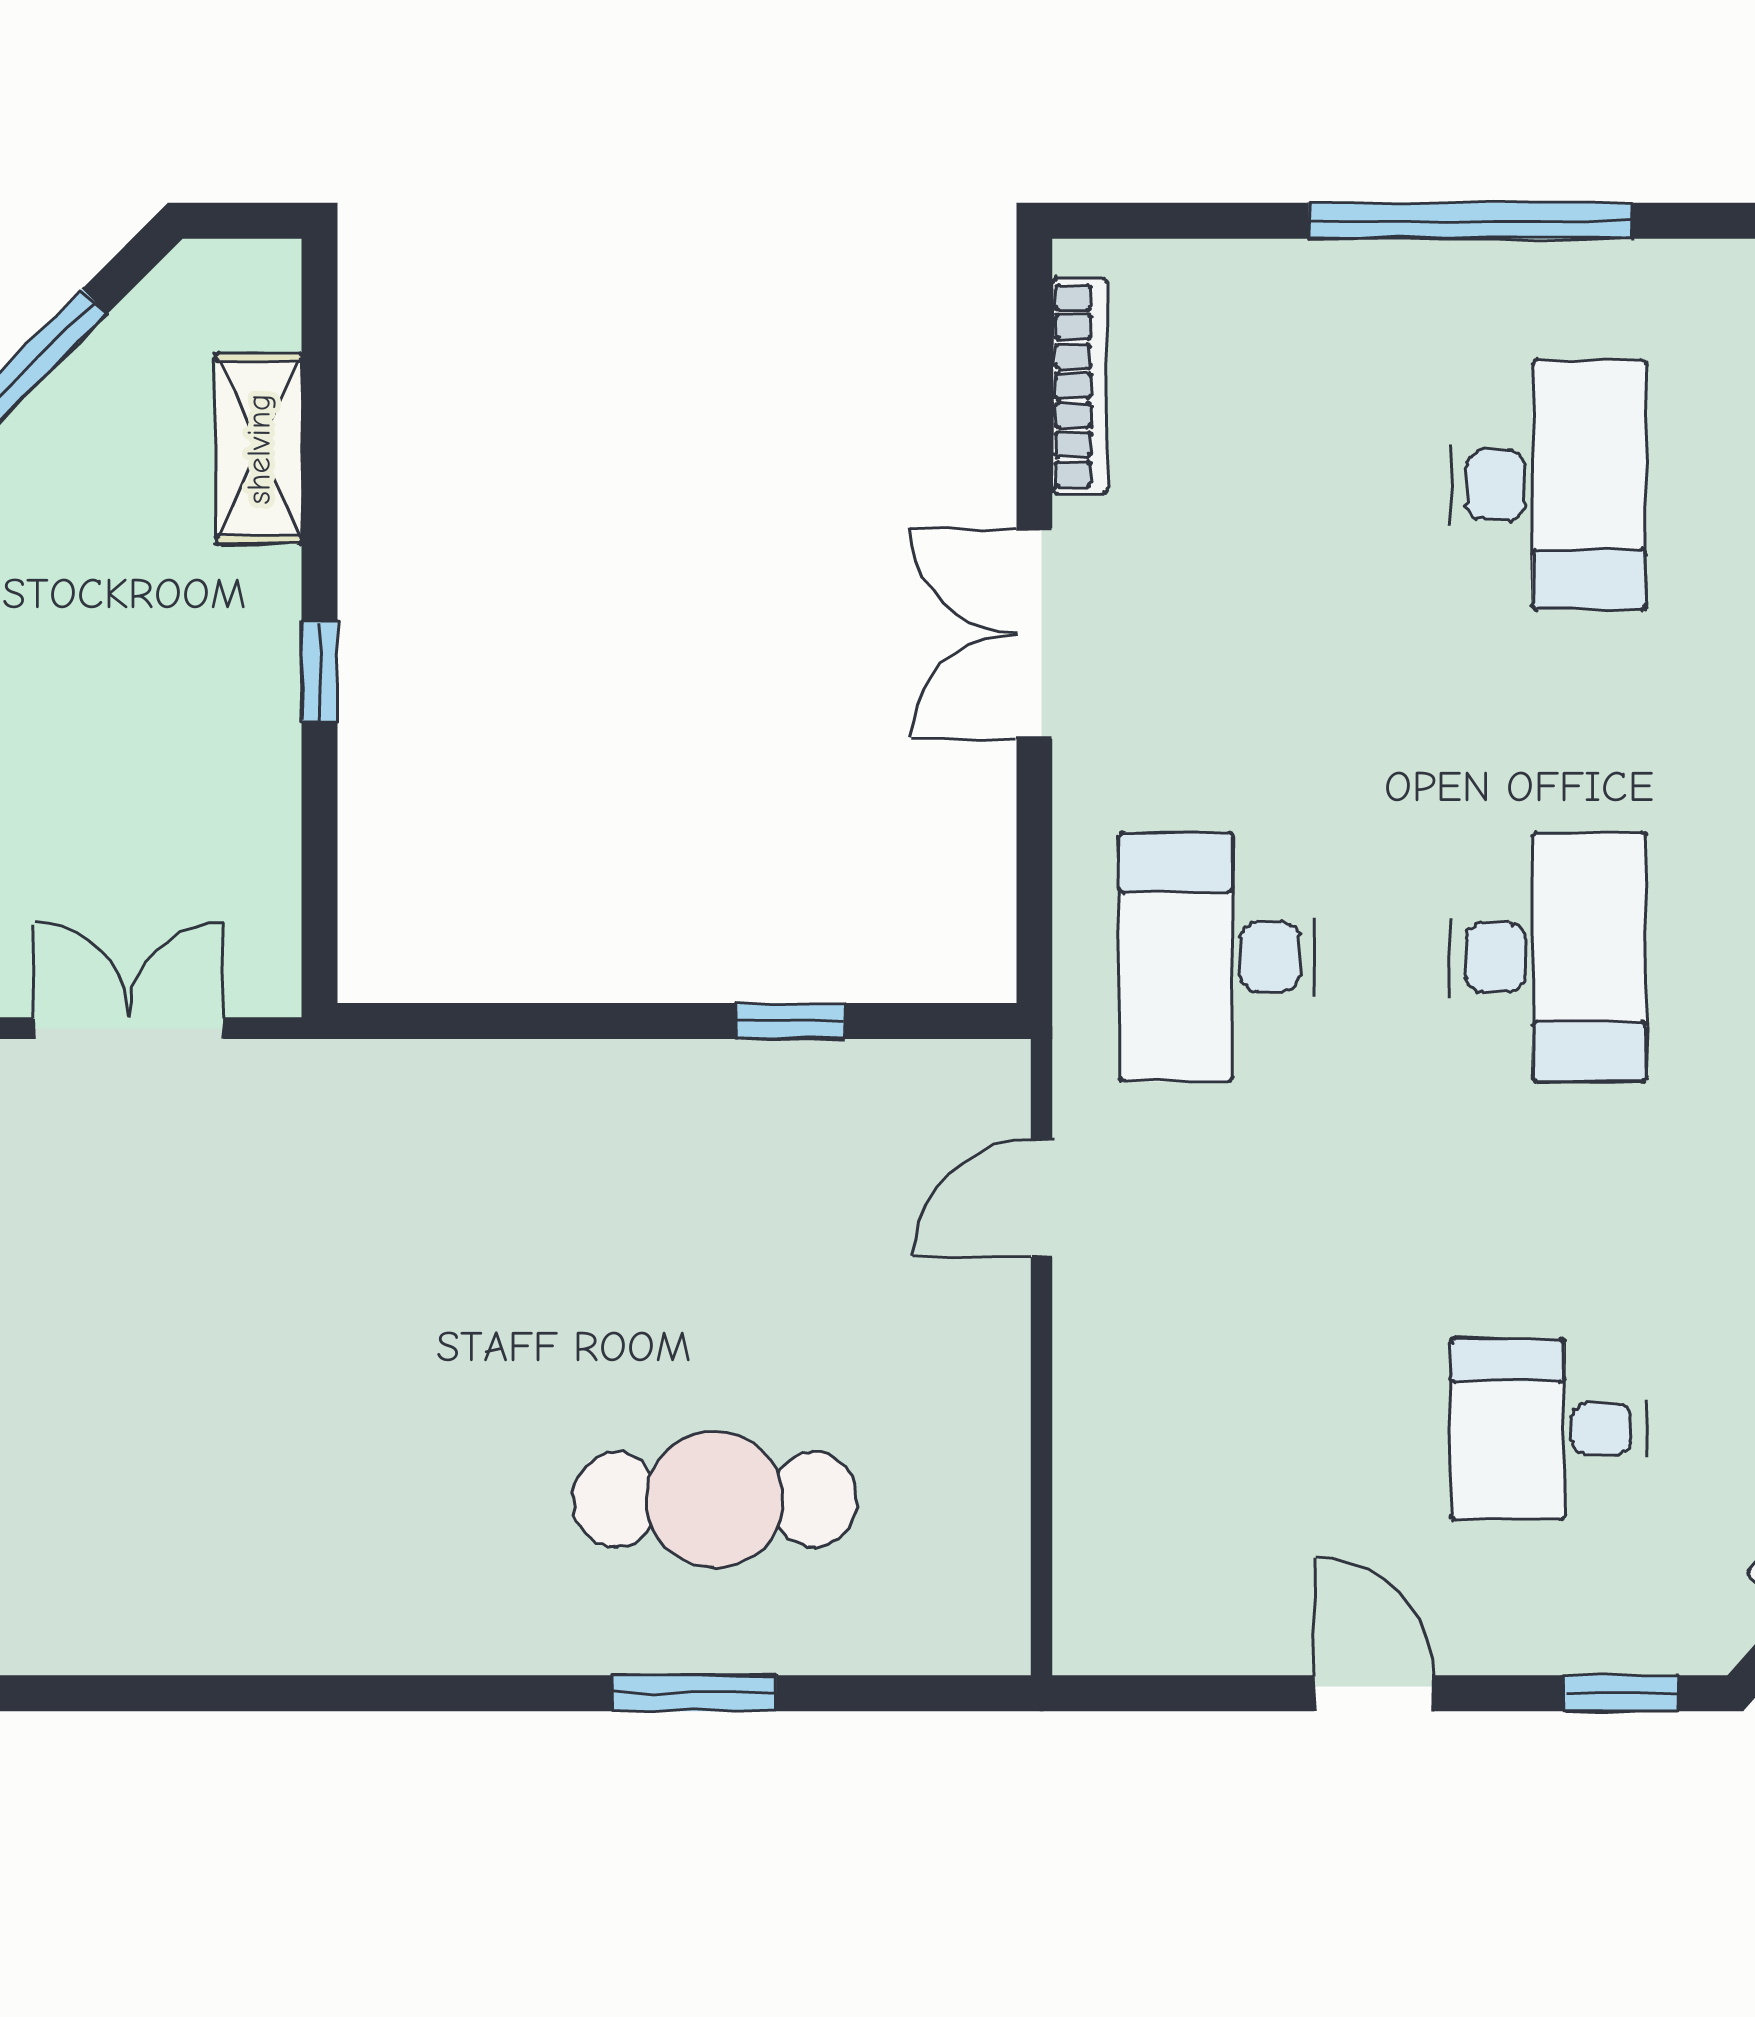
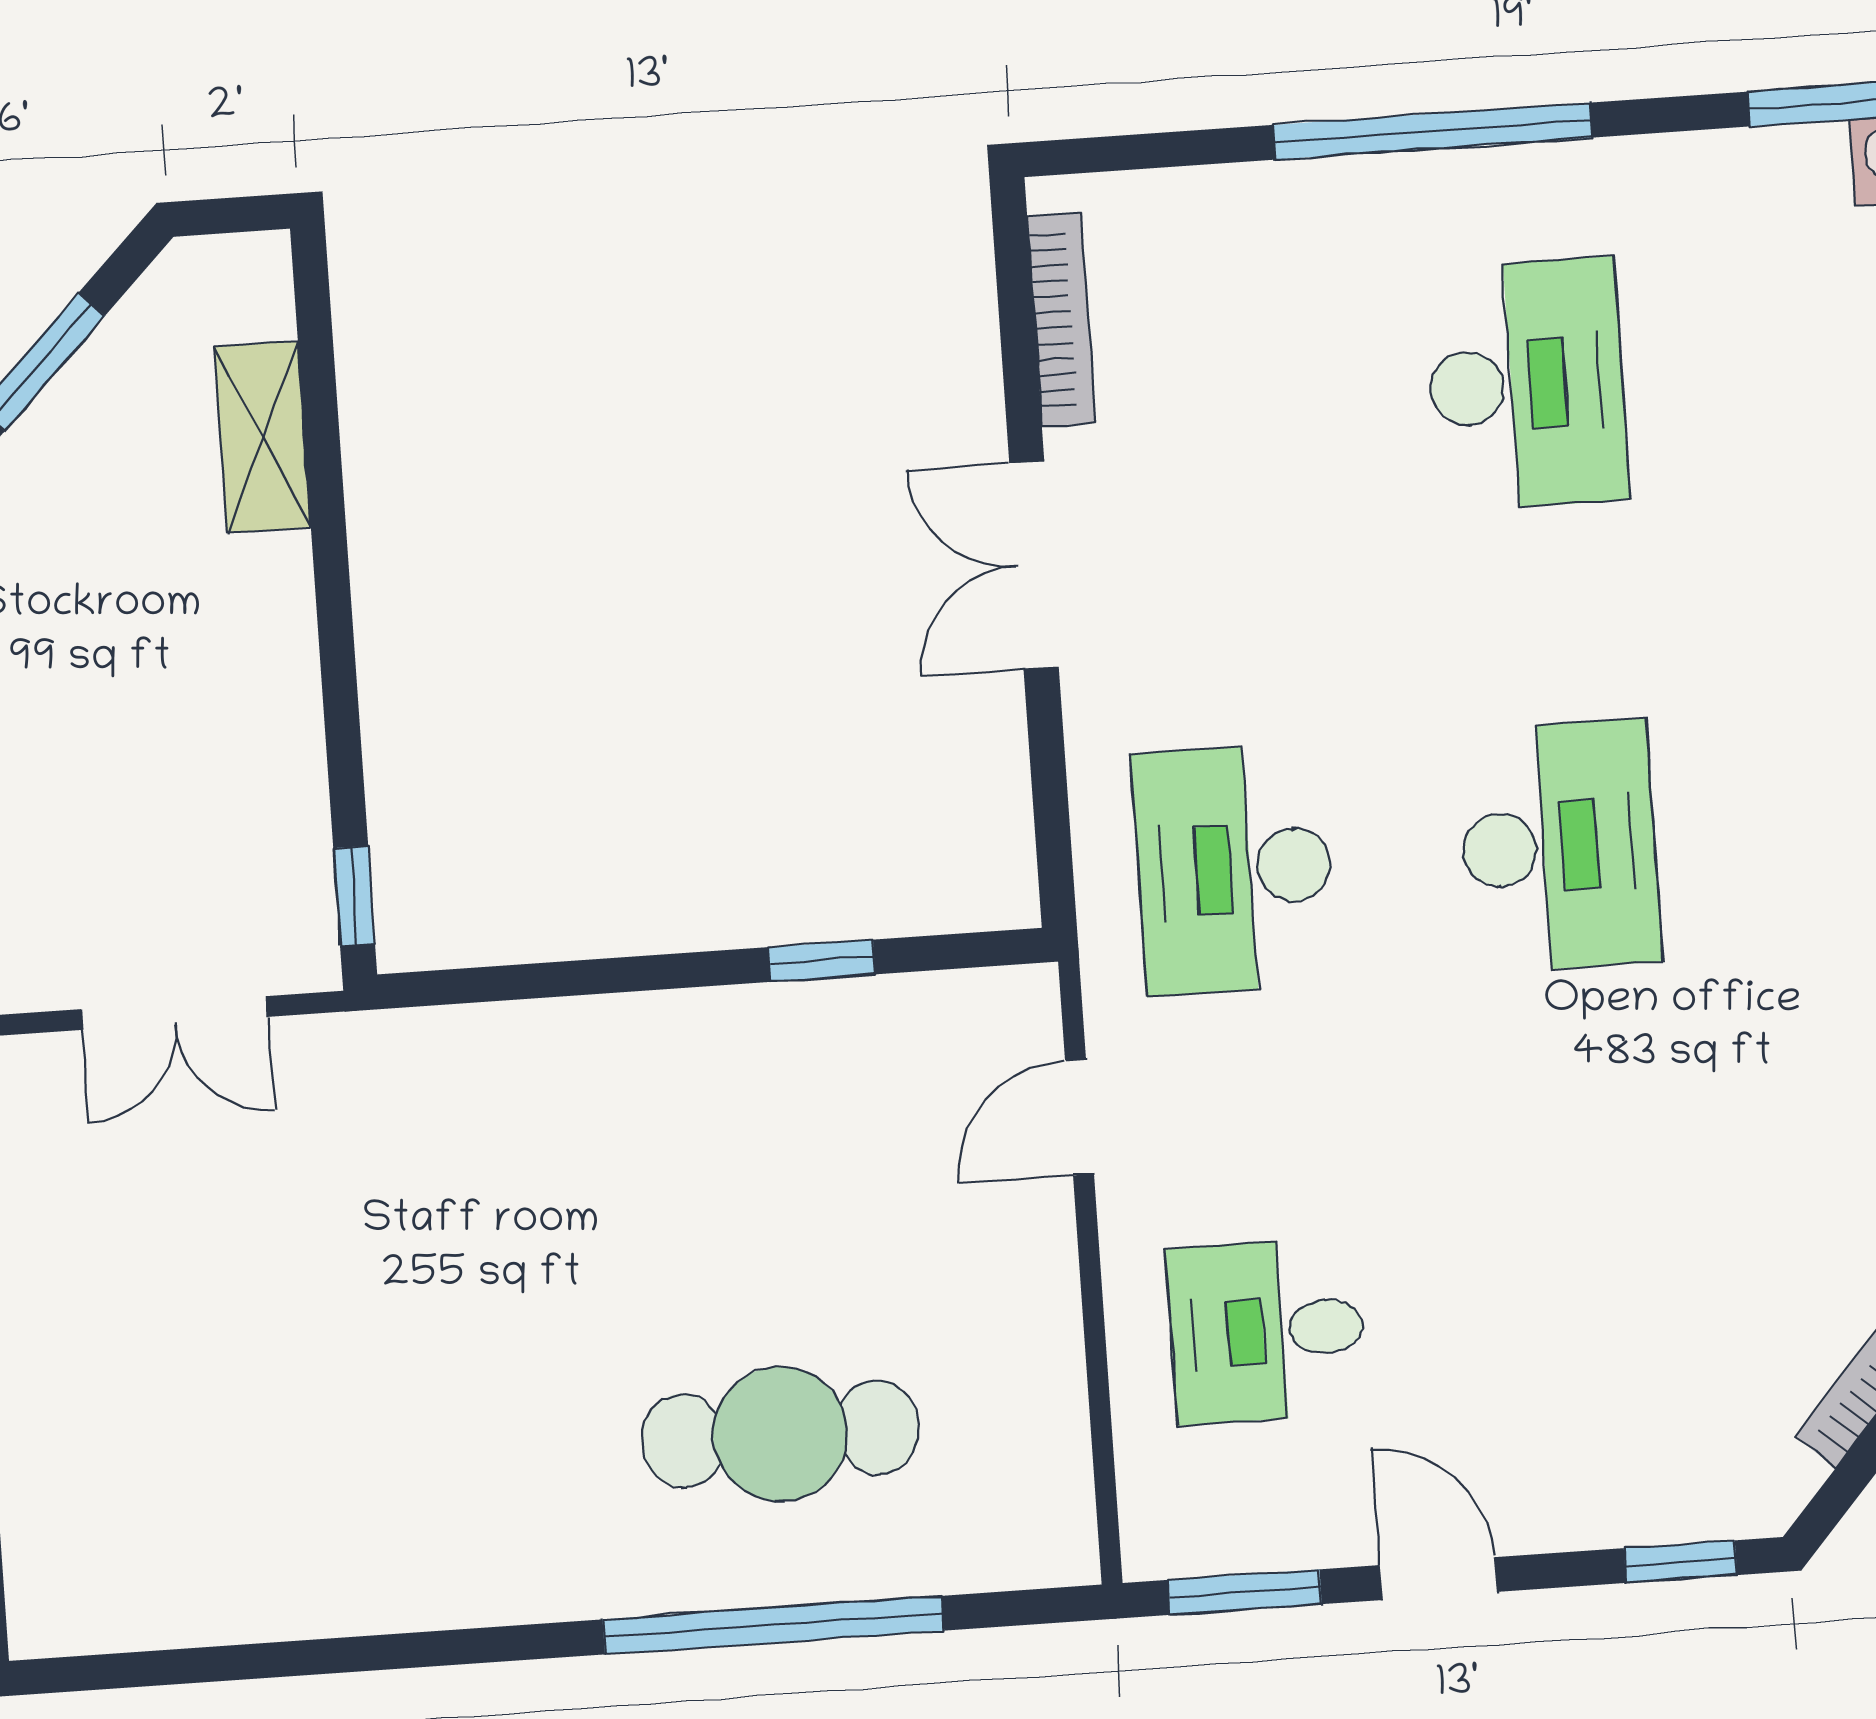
window: (320, 671) -> (354, 896), moved
double door: (128, 1028) -> (174, 1013), swing flipped
desk: (1548, 1429) -> (1267, 1331), moved
window: (694, 1693) -> (773, 1625), width x2.11
window: (1176, 1693) -> (1245, 1592), added

